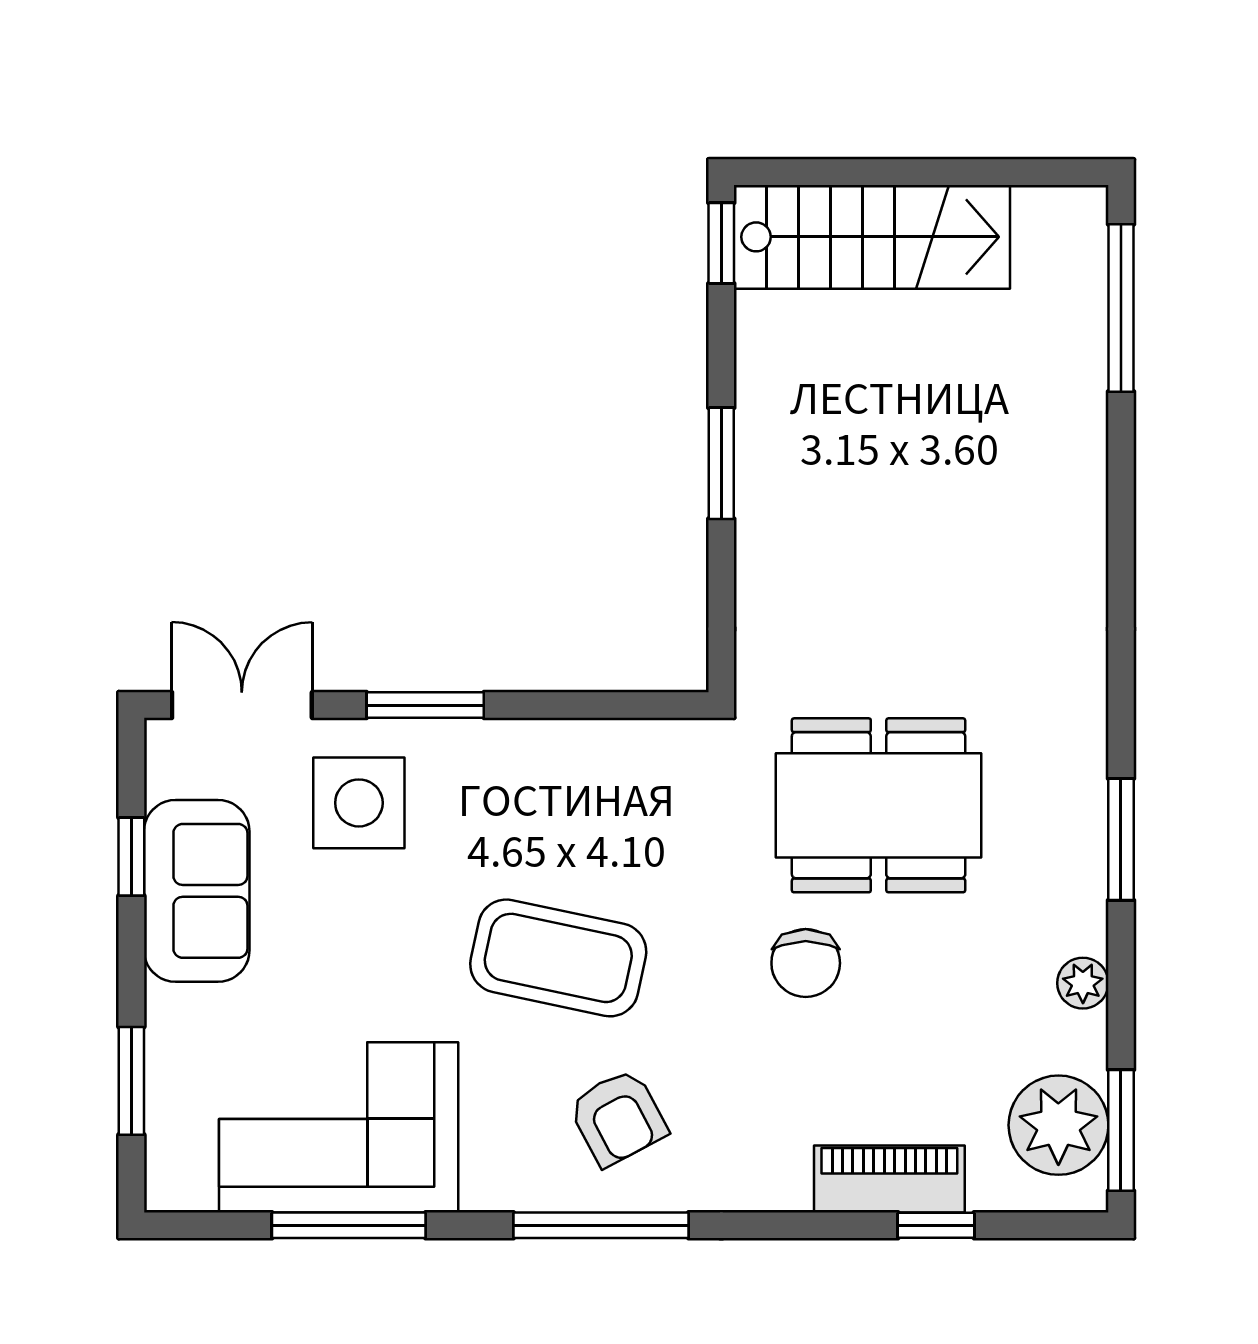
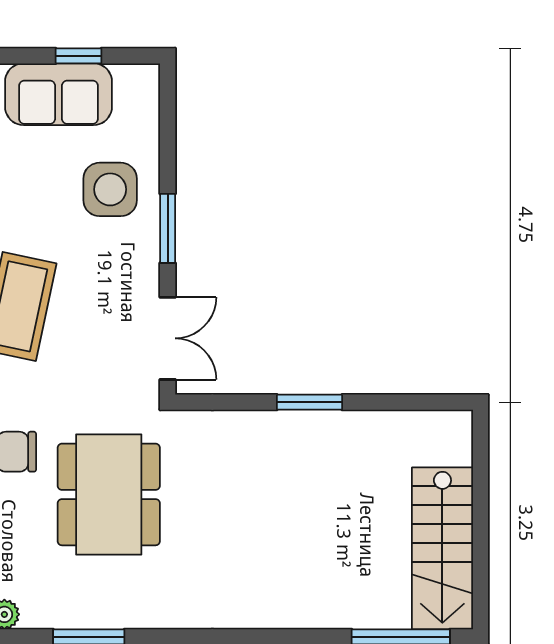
stairs: (872, 237) -> (442, 548), moved
window: (721, 243) -> (439, 402), removed
double door: (242, 705) -> (168, 338), moved

